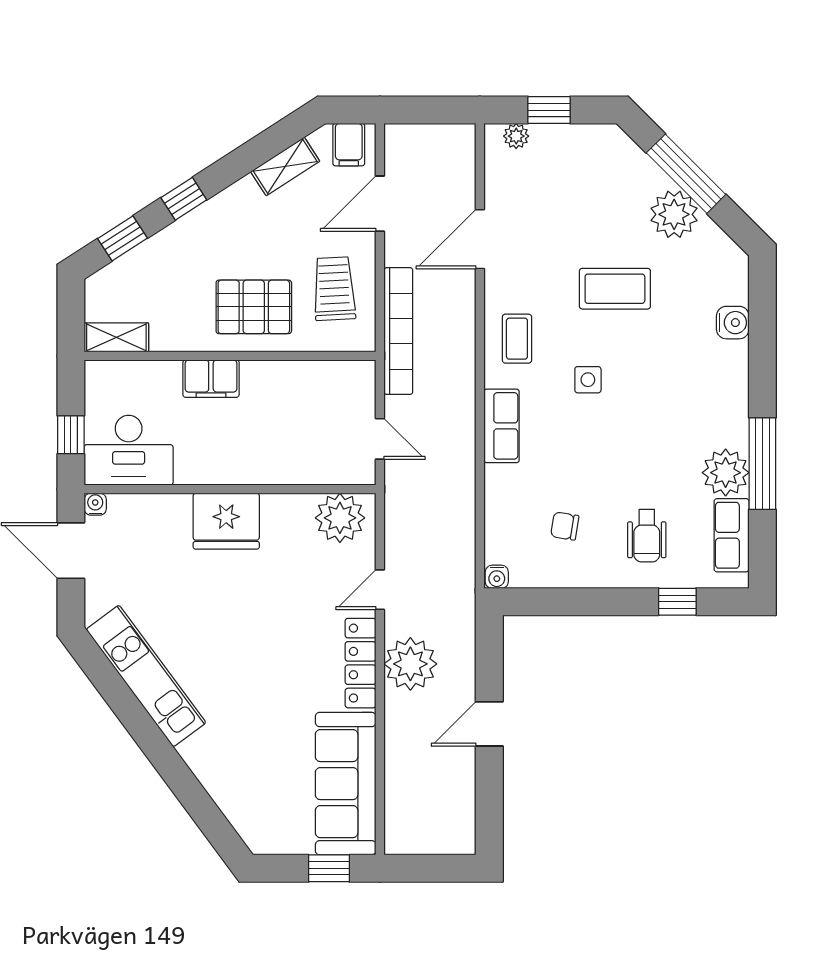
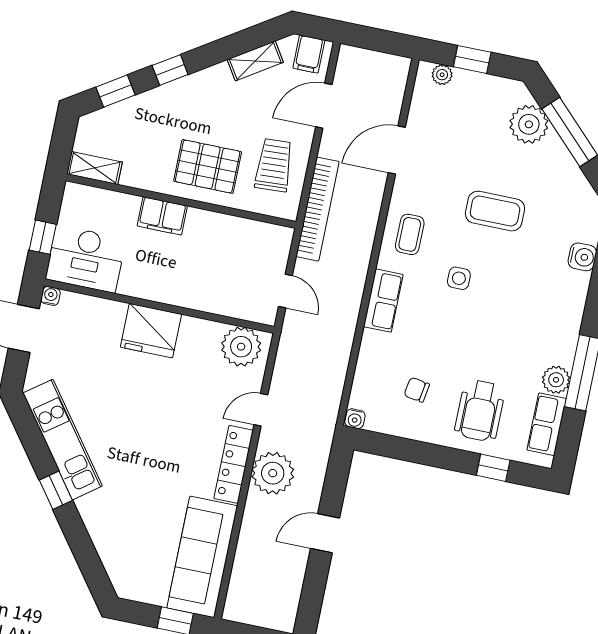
plant: (674, 214) -> (529, 124), moved
plant: (726, 473) -> (556, 380), width x0.73, depth x0.73
wheelchair: (647, 536) -> (480, 411), width x1.36, depth x1.37
window: (151, 739) -> (56, 490), added

